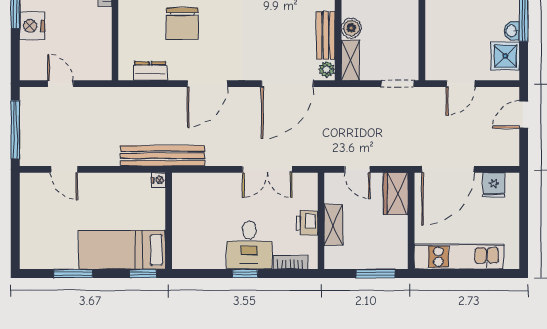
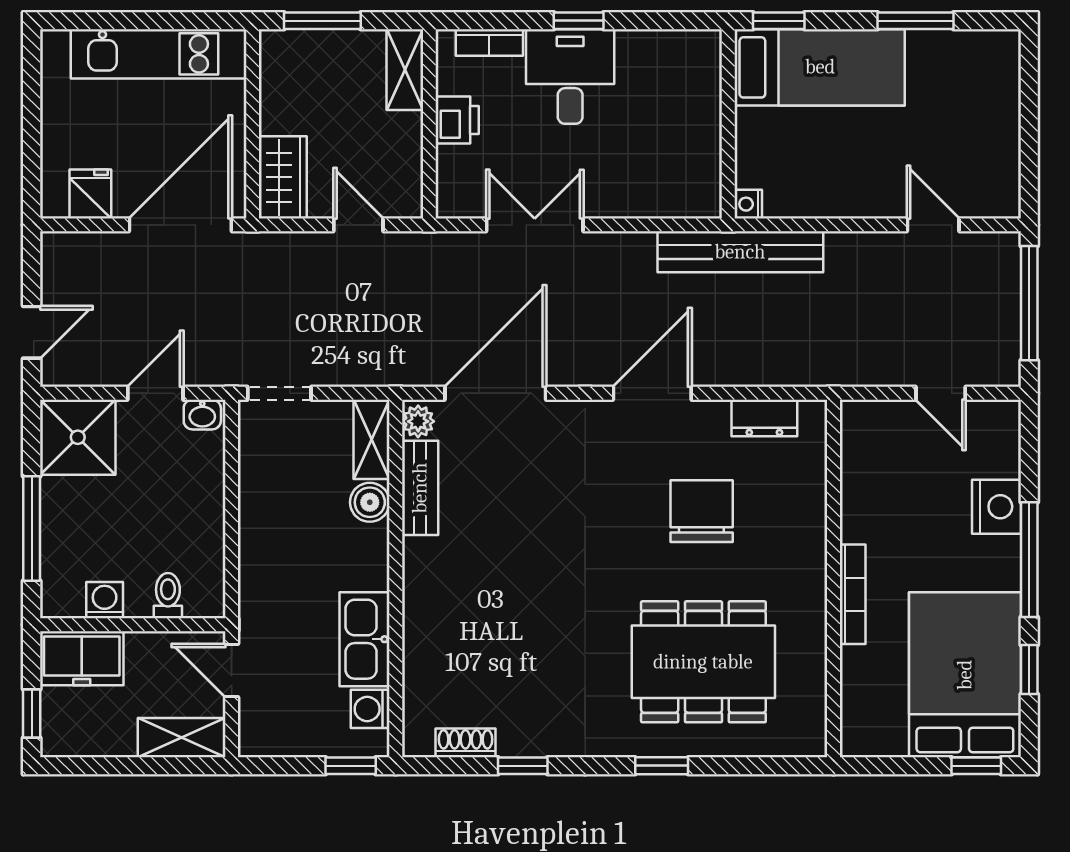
washbasin: (512, 31) -> (202, 415), moved, turned 90
shower: (505, 56) -> (78, 437), width x1.36, depth x1.36
shelving: (333, 225) -> (405, 70), moved

